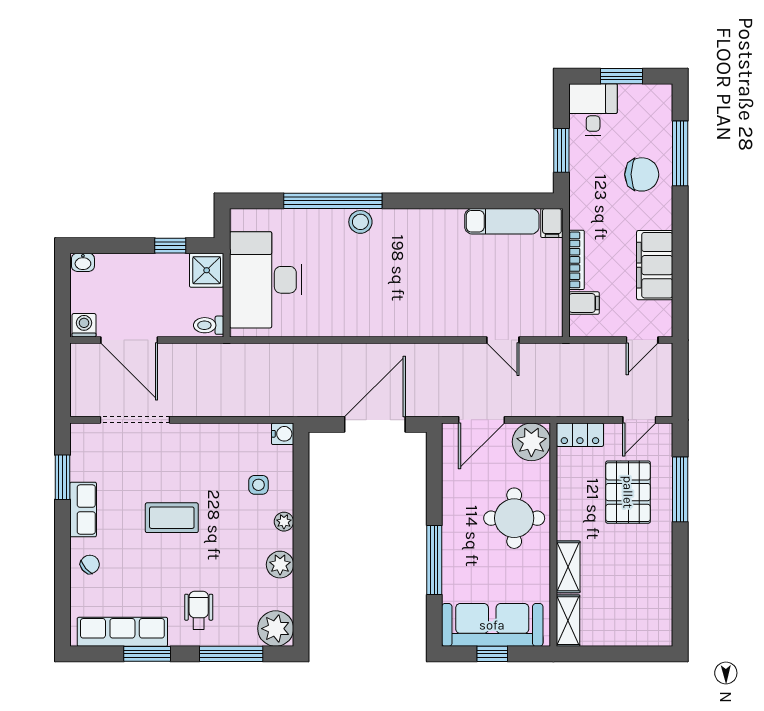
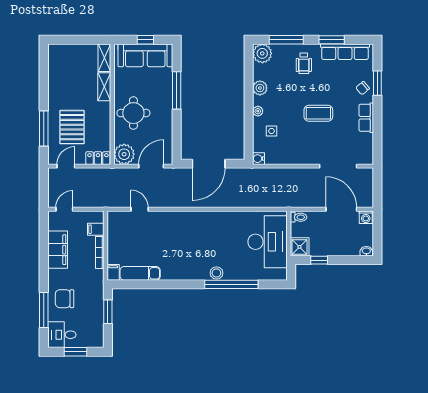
desk: (593, 110) -> (62, 335), moved, turned 90
window: (62, 477) -> (377, 83), moved

